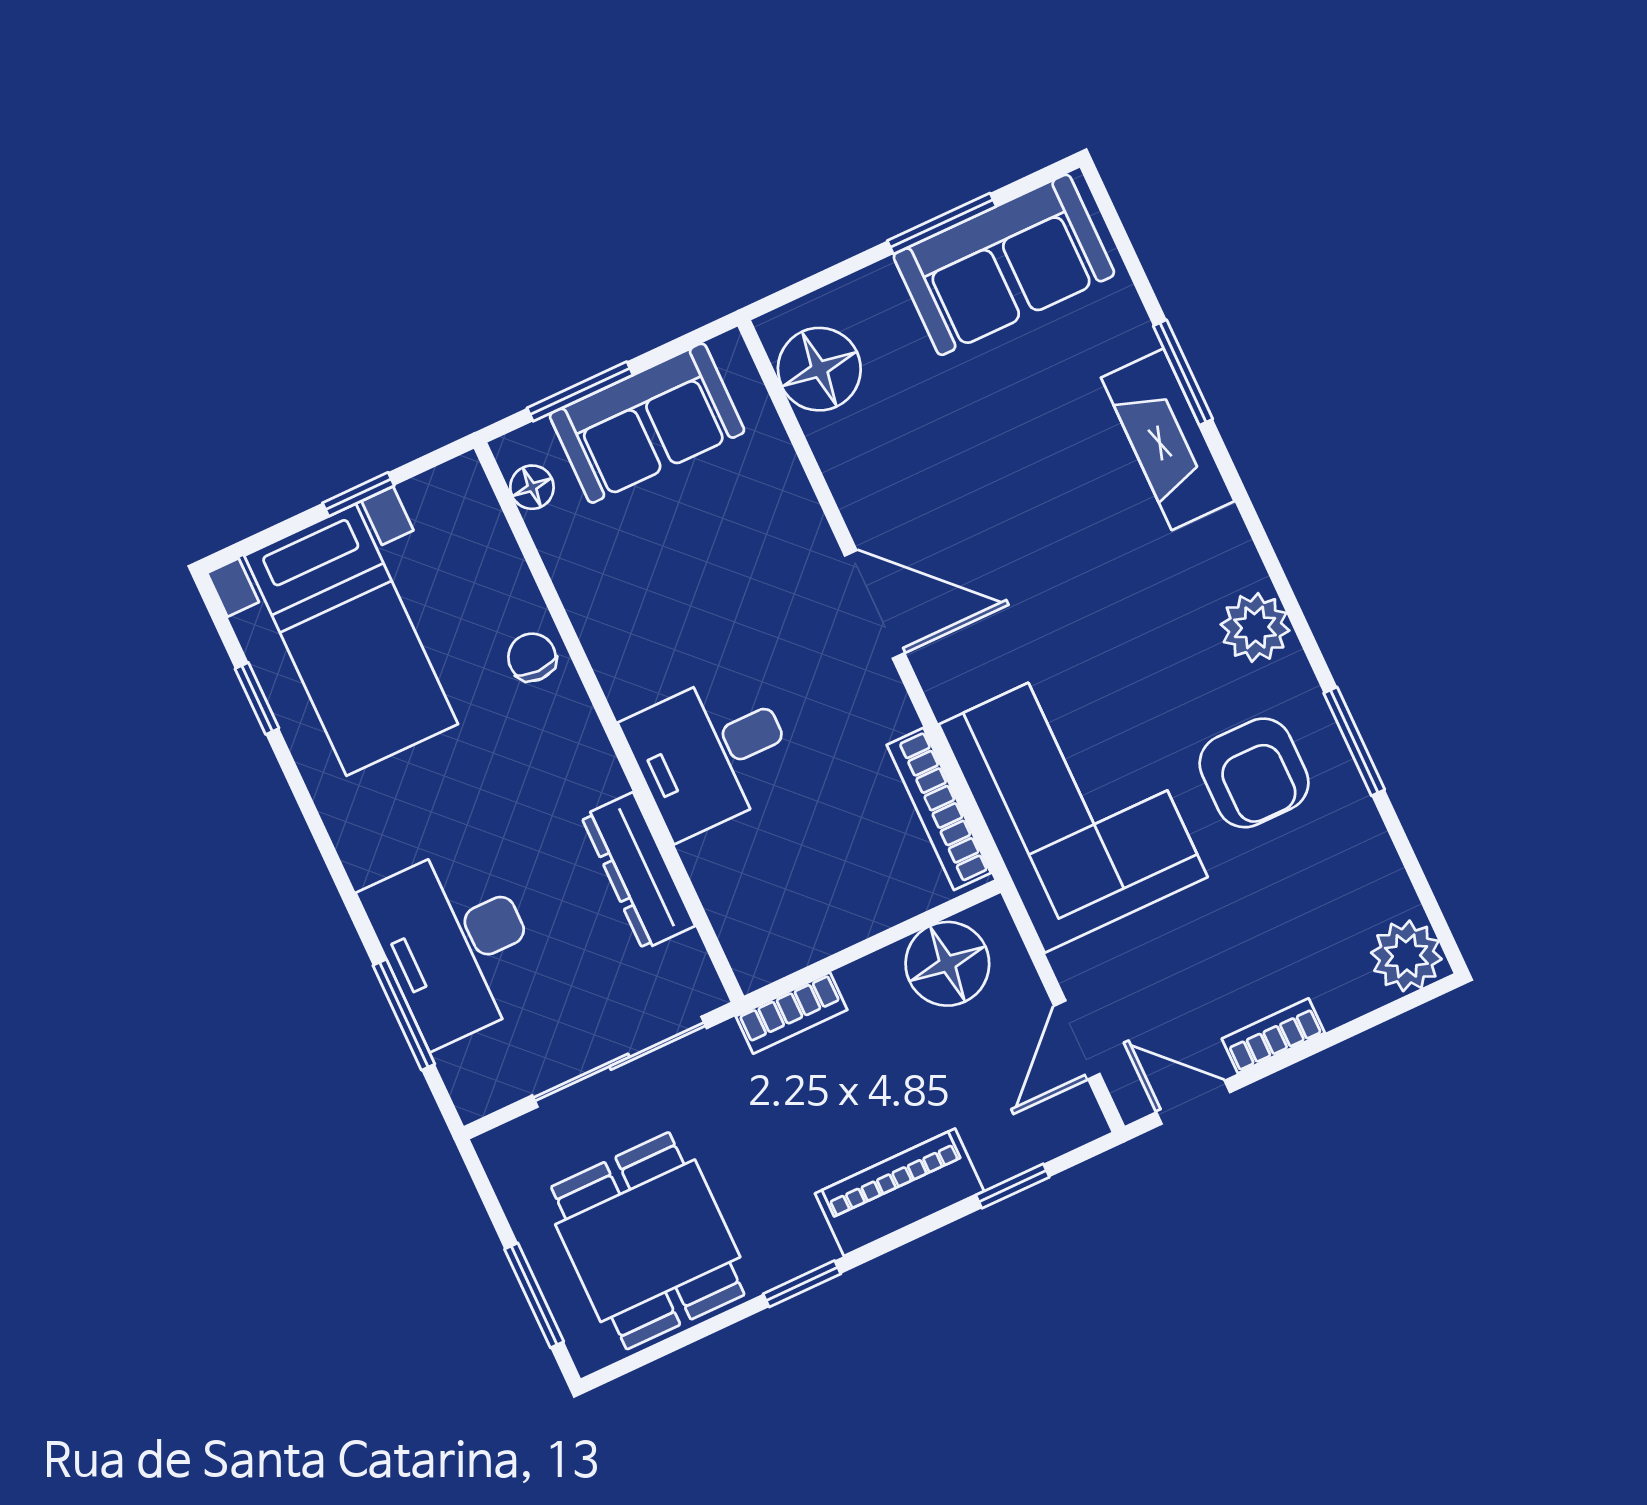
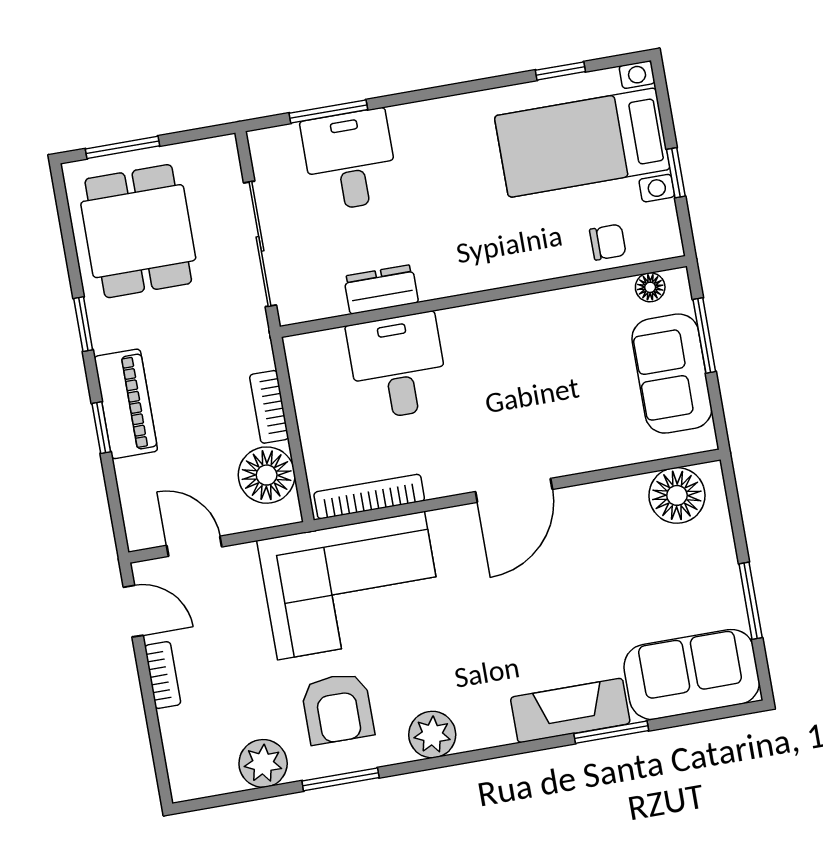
sofa: (1004, 265) -> (692, 674), moved, turned 90
chair: (532, 657) -> (608, 242), moved
desk: (711, 753) -> (398, 366), moved
armchair: (1254, 773) -> (338, 708), turned -90
dresser: (638, 871) -> (381, 289), width x0.70
desk: (455, 944) -> (350, 160), width x0.73
plant: (1406, 956) -> (263, 763), moved
bookcase: (792, 1013) -> (269, 407), moved
door: (1193, 1102) -> (133, 611), hinge flipped
window: (1013, 1186) -> (101, 428), moved
dining table: (648, 1241) -> (138, 231), turned 90

